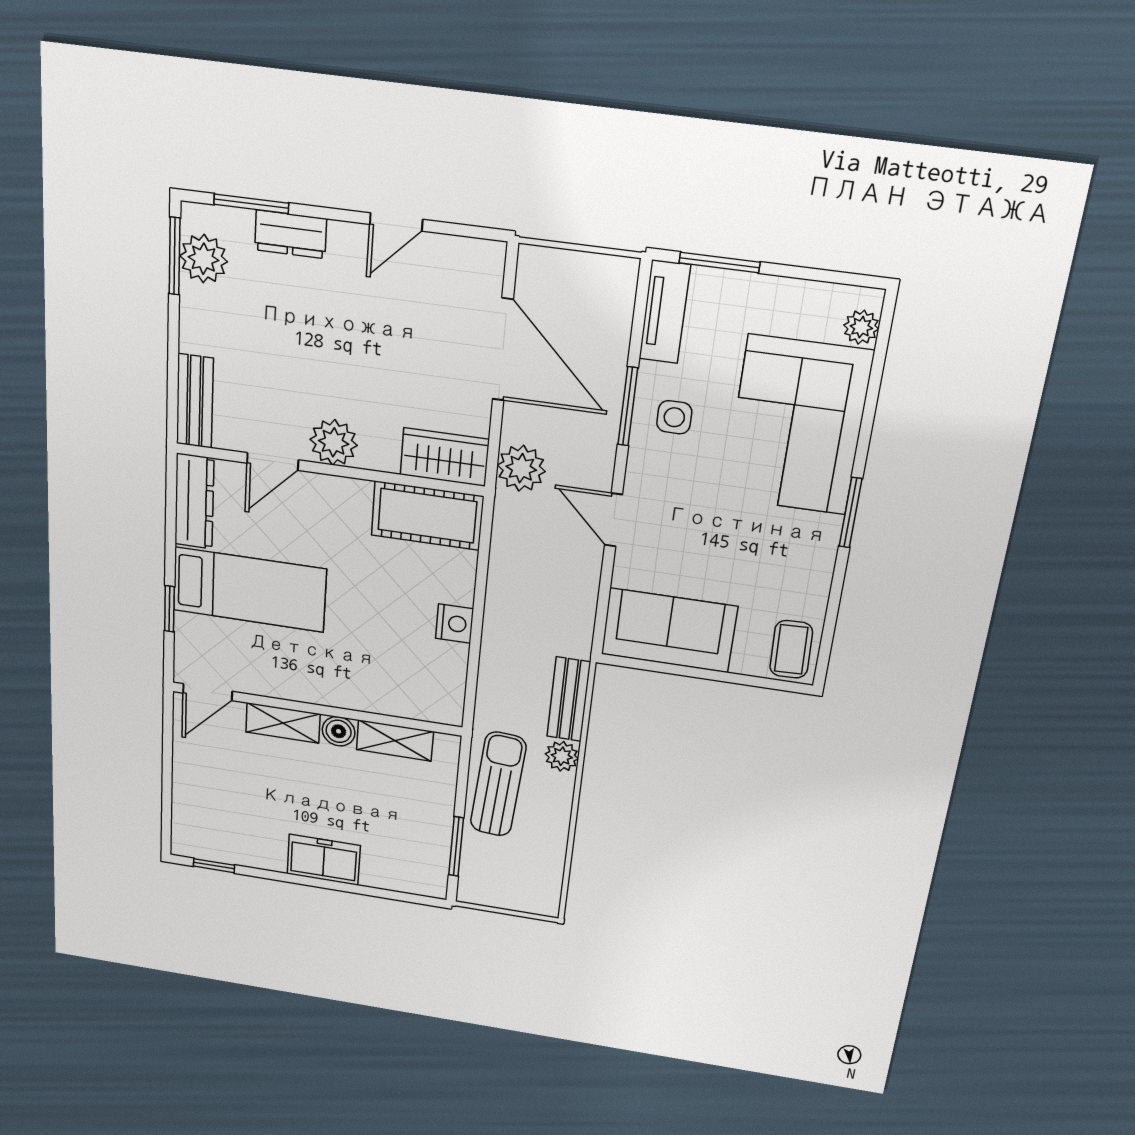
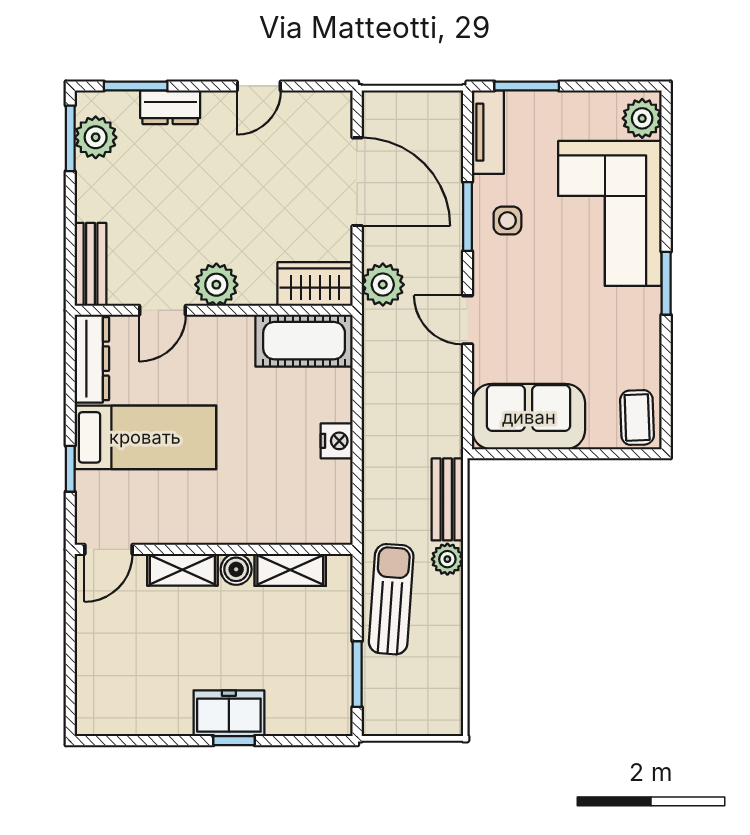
plant: (861, 327) -> (642, 118), width x1.38, depth x1.38
window: (214, 866) -> (234, 741), moved

